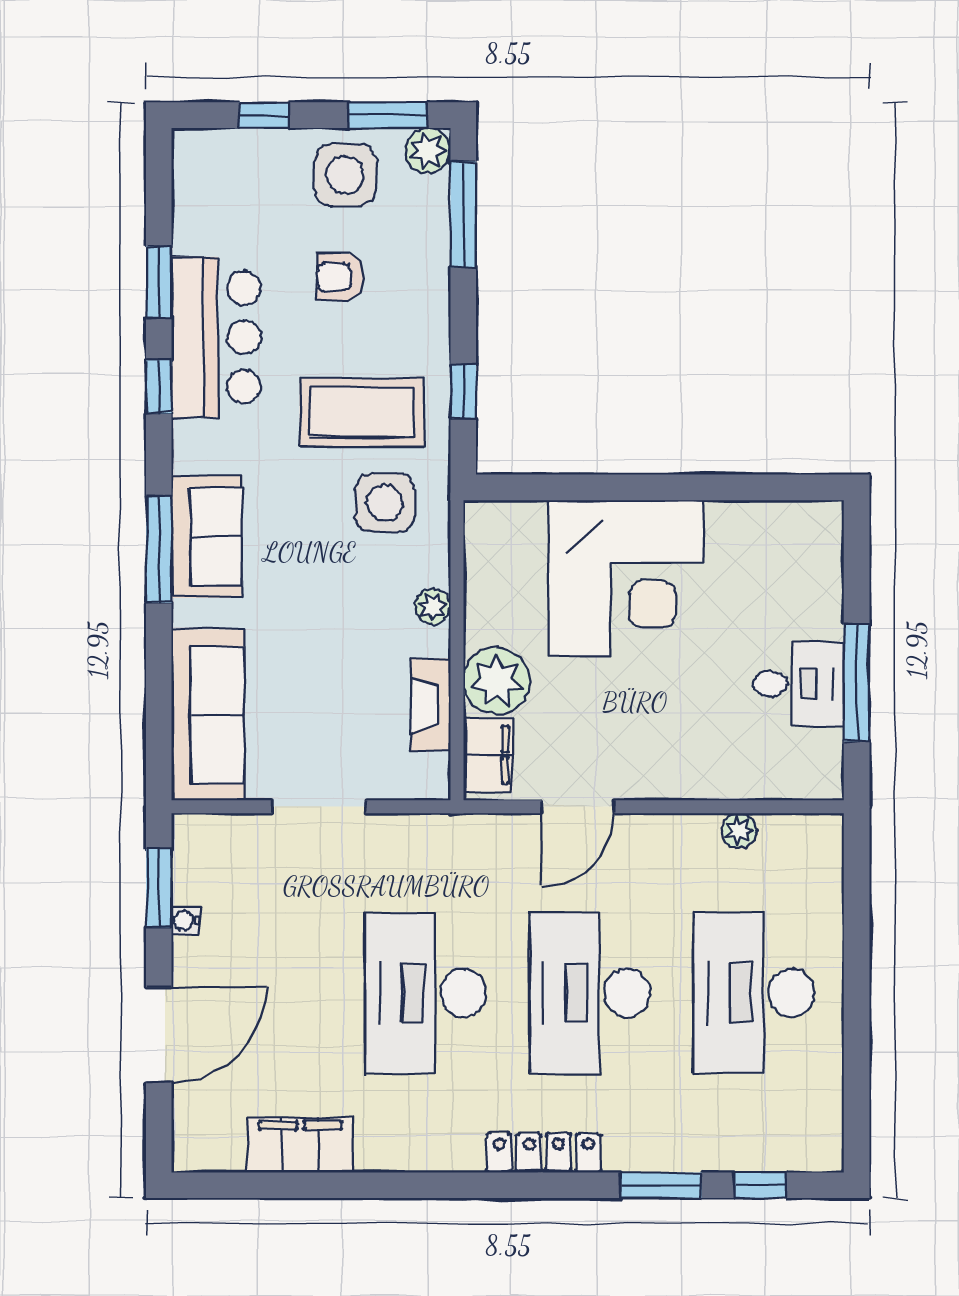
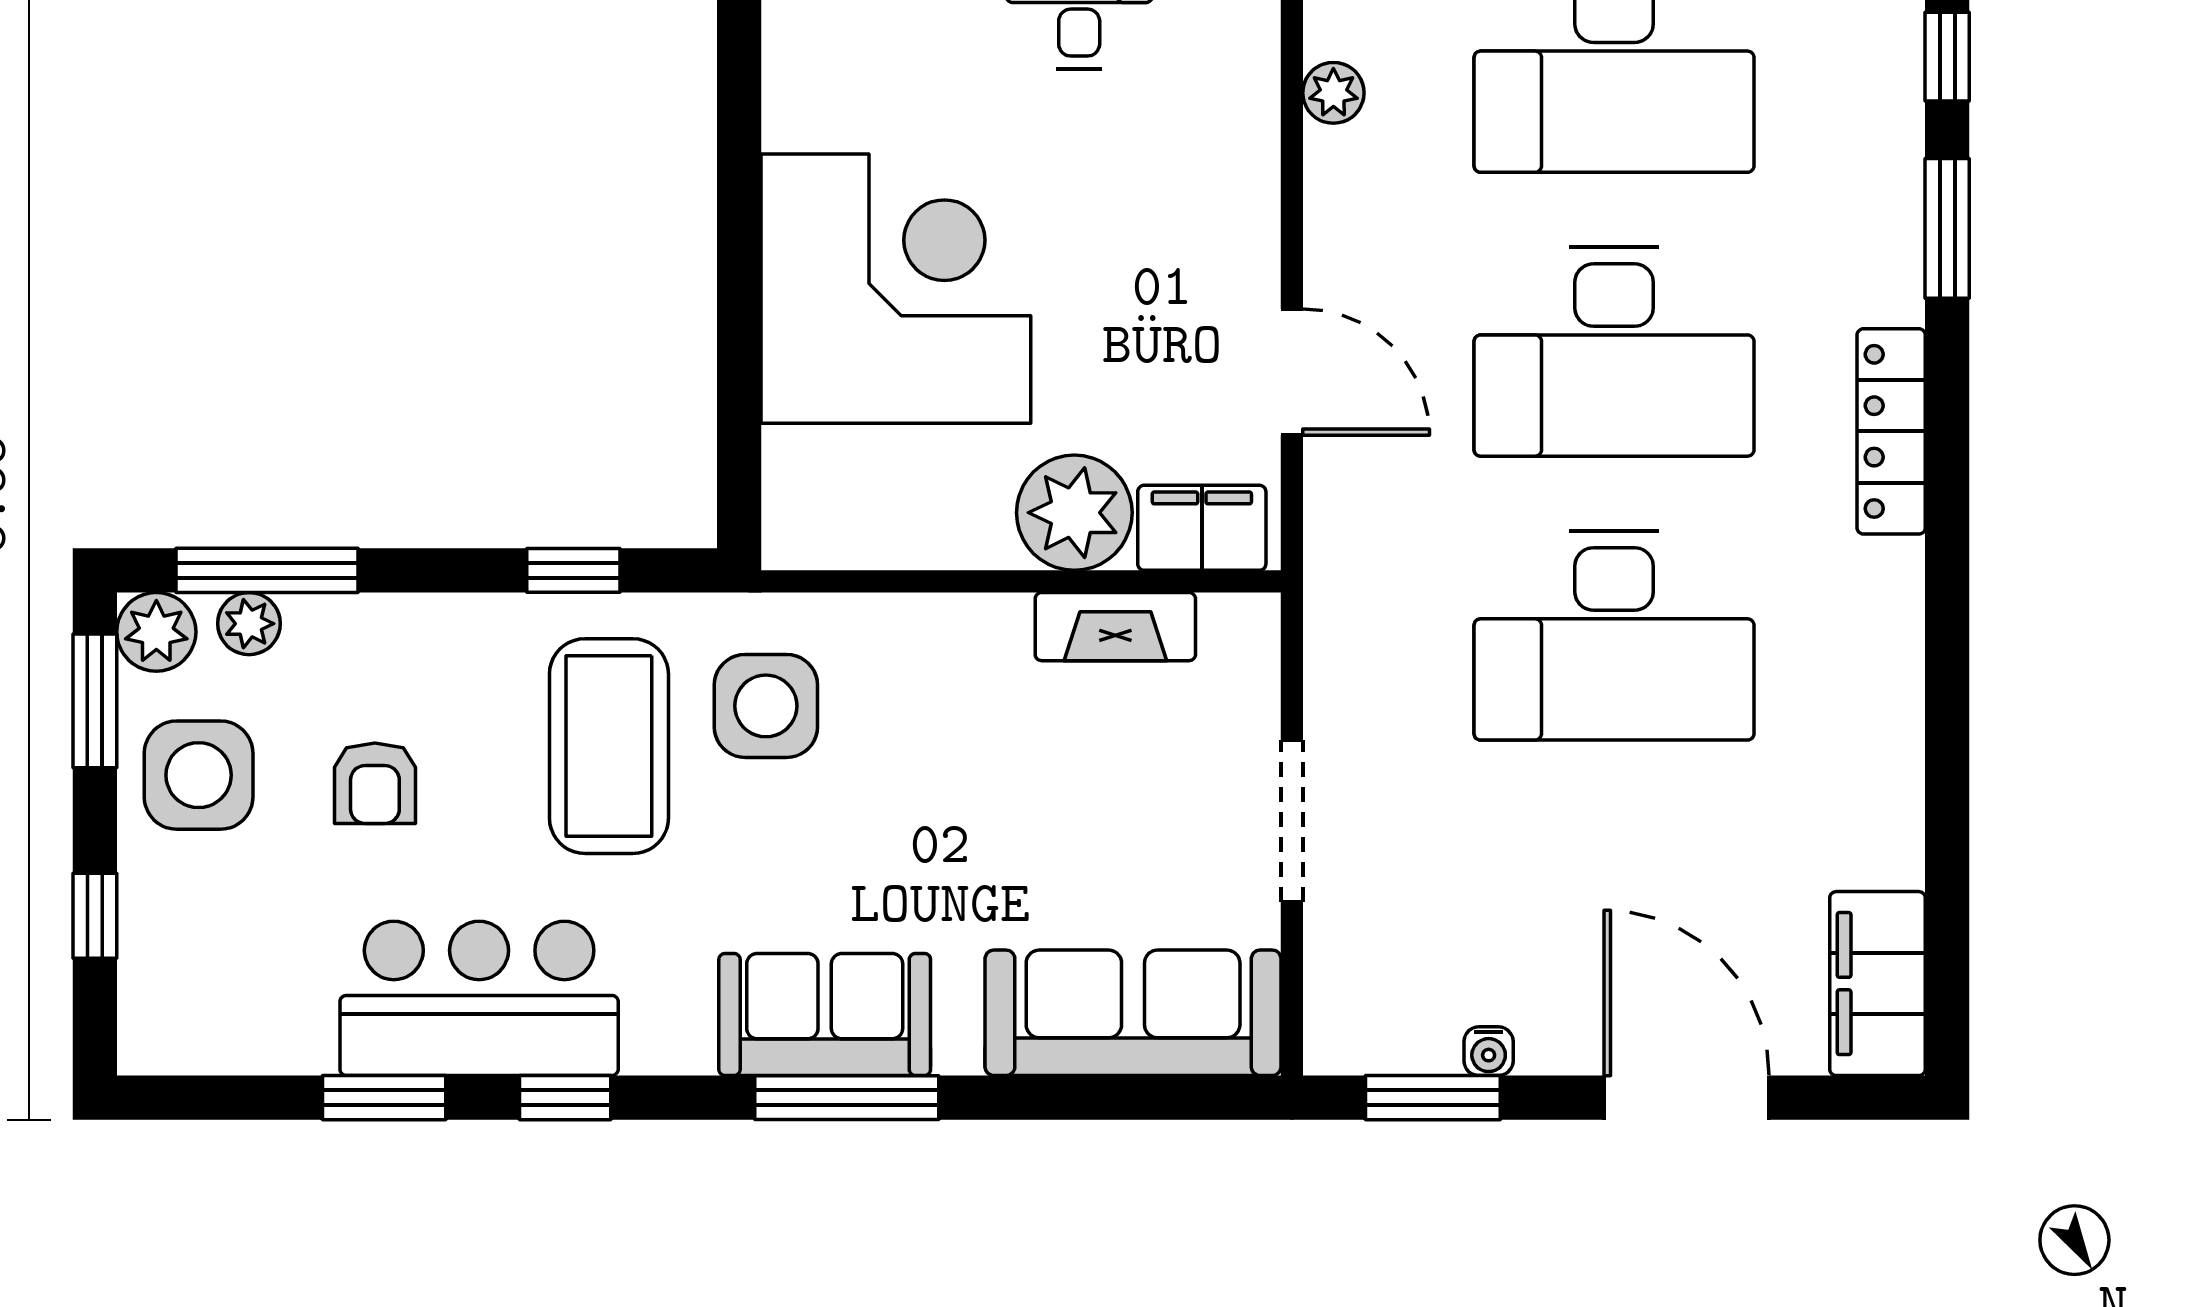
plant: (433, 606) -> (249, 624), moved
filing cabinet: (300, 1145) -> (1877, 984), moved

